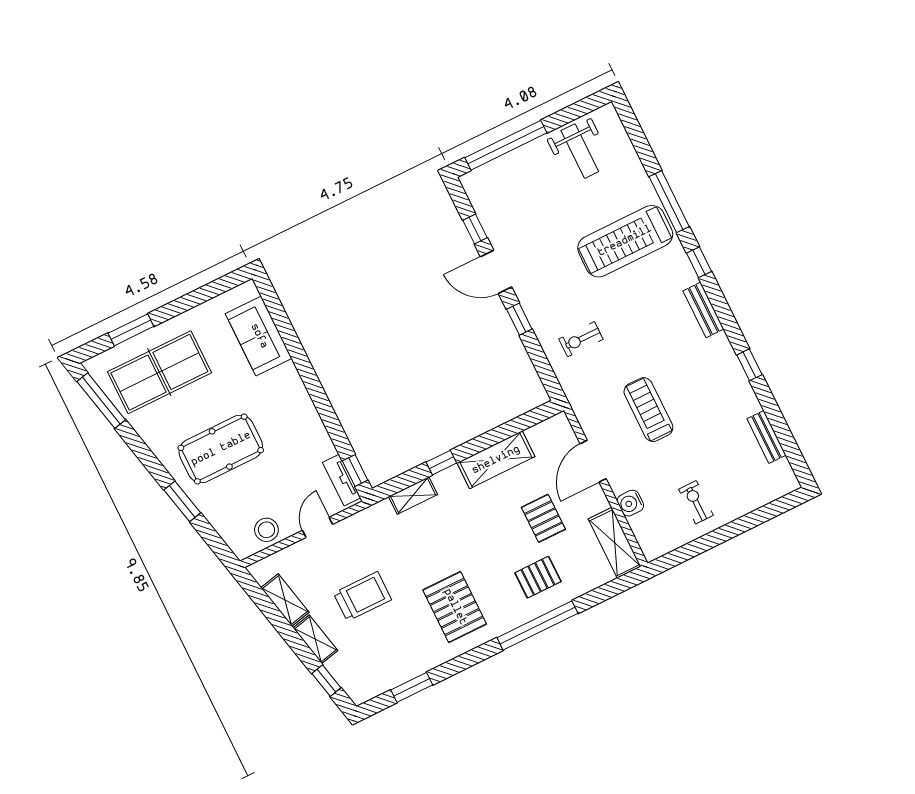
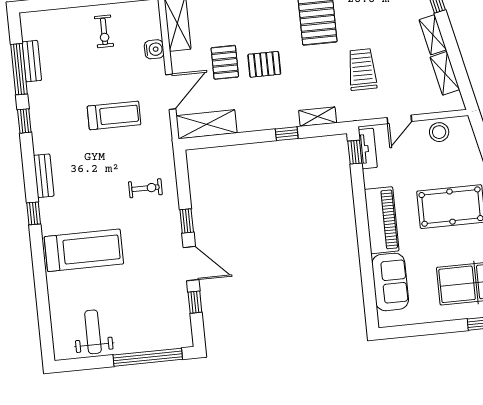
window: (669, 202) -> (19, 69), moved
piano: (295, 404) -> (382, 220), added
treadmill: (648, 410) -> (114, 115), turned -90
shelving: (496, 460) -> (207, 124), moved
pallet: (538, 577) -> (264, 64), moved
trolley: (362, 596) -> (362, 69), moved, turned 90

